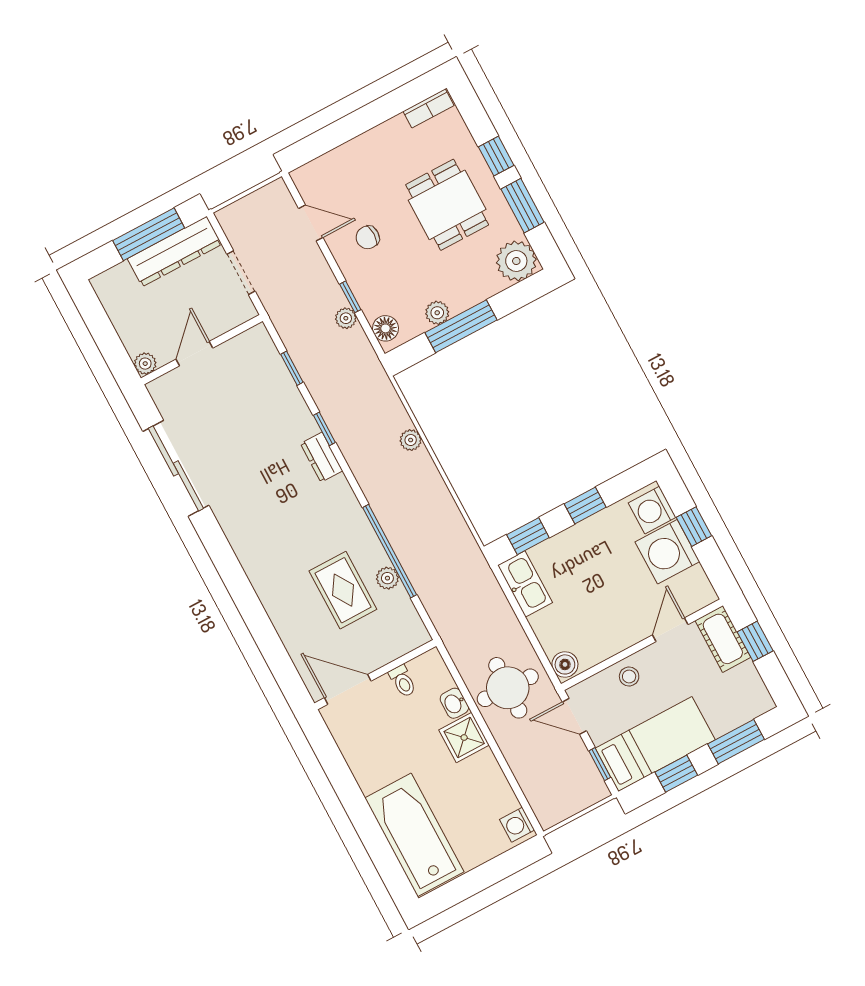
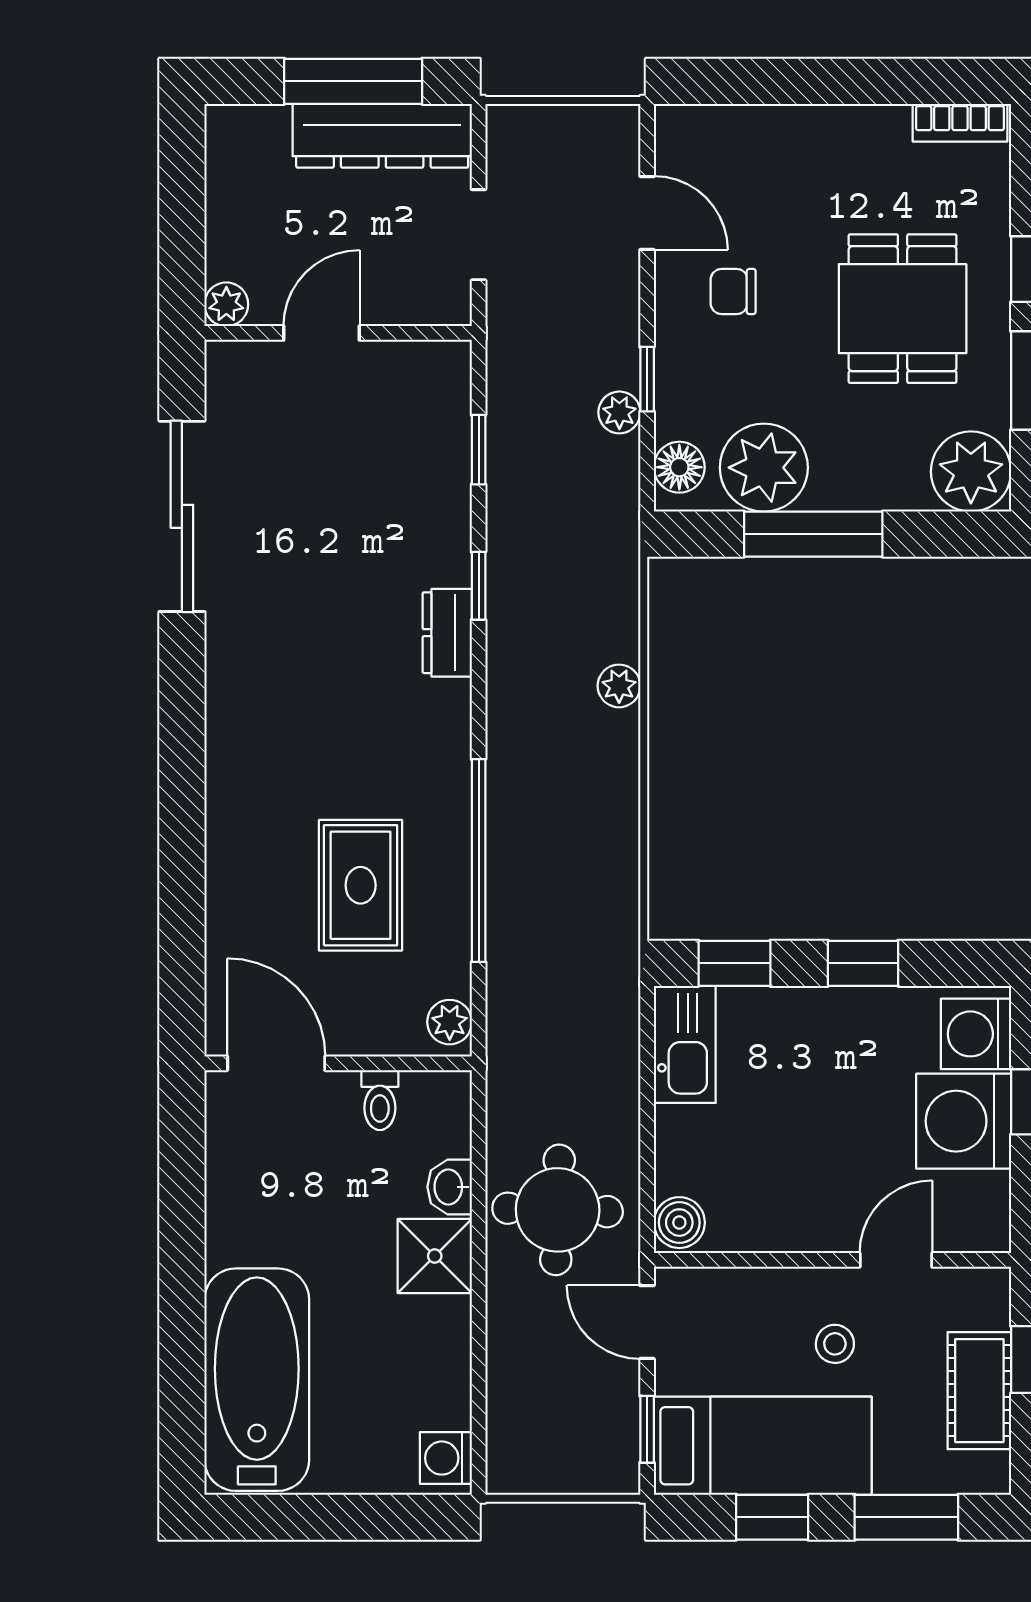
plant: (437, 313) -> (764, 468), width x1.88, depth x1.88
plant: (387, 578) -> (450, 1022), moved
cot: (723, 639) -> (979, 1391), moved
stool: (629, 676) -> (835, 1344), moved

